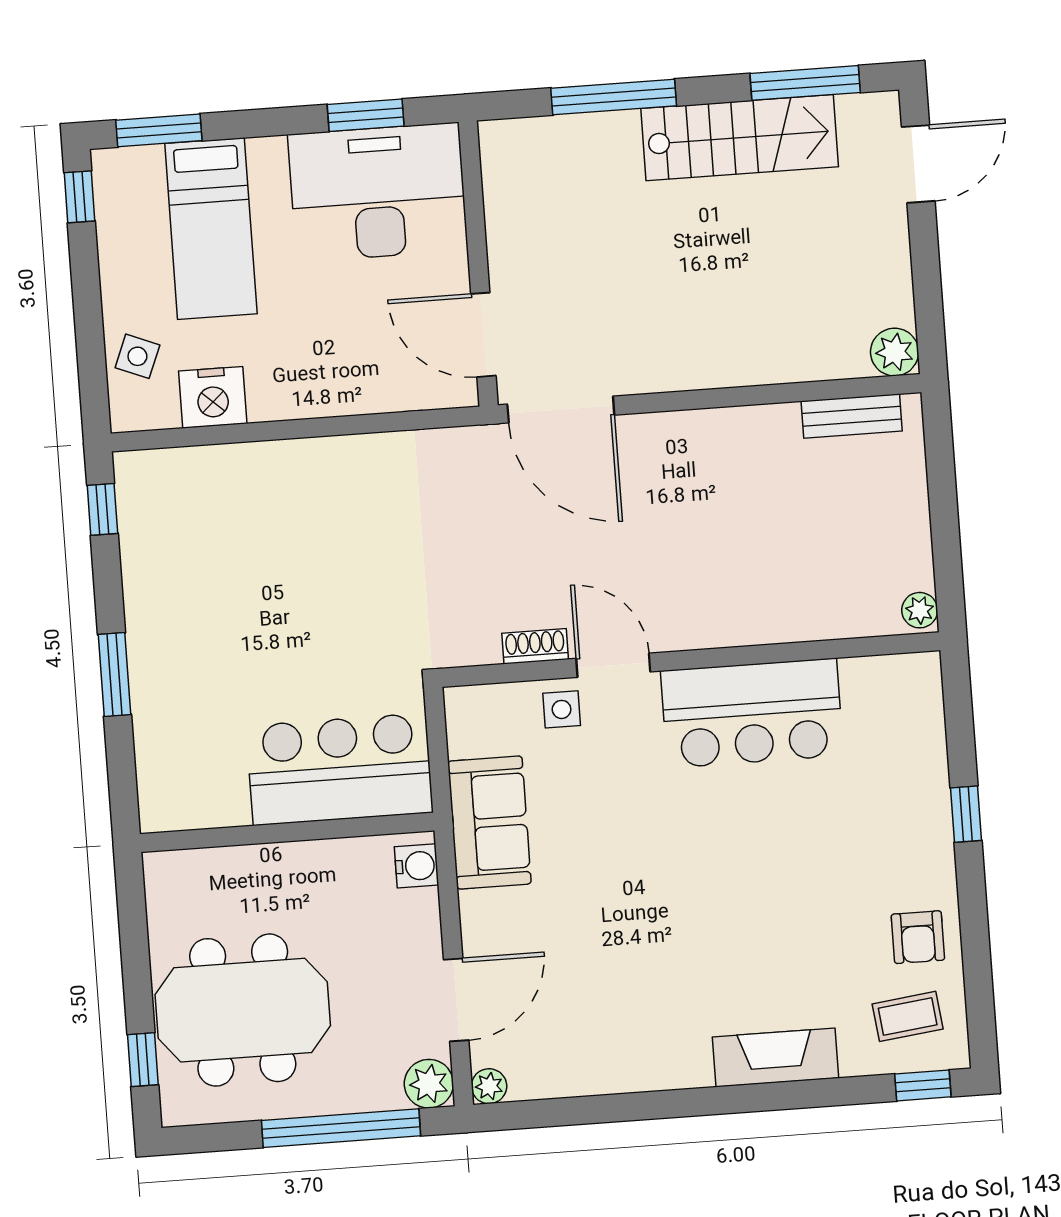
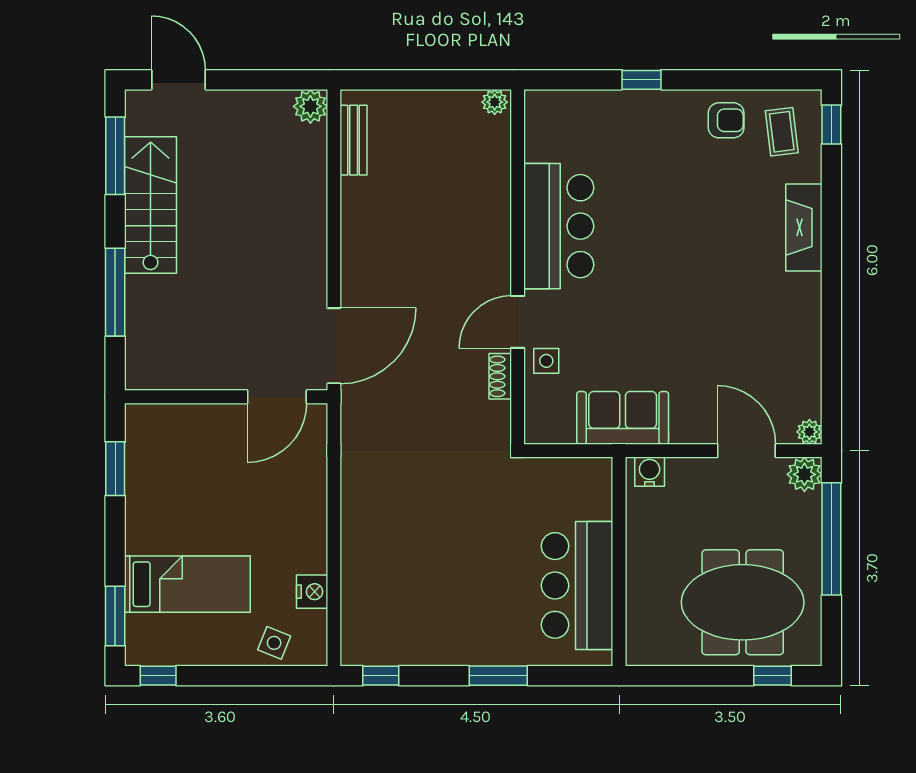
desk: (378, 192) -> (170, 464), removed
nightstand: (213, 397) -> (312, 592), width x0.74, depth x0.75
bar counter: (340, 769) -> (577, 585), moved
meeting table: (243, 1010) -> (743, 602), turned 90

